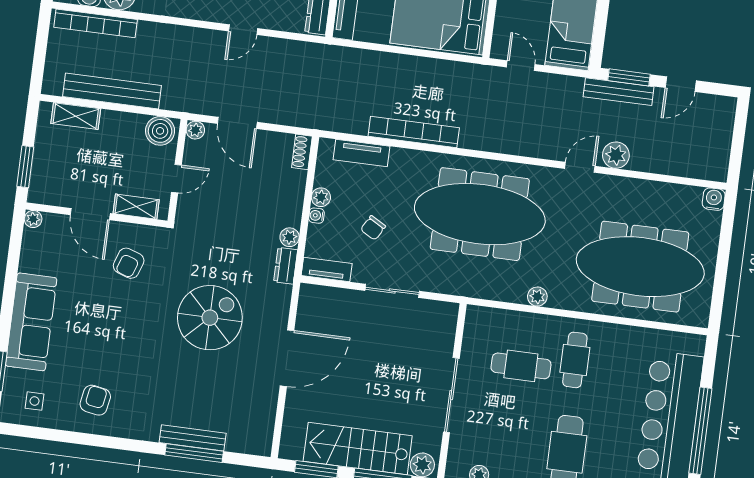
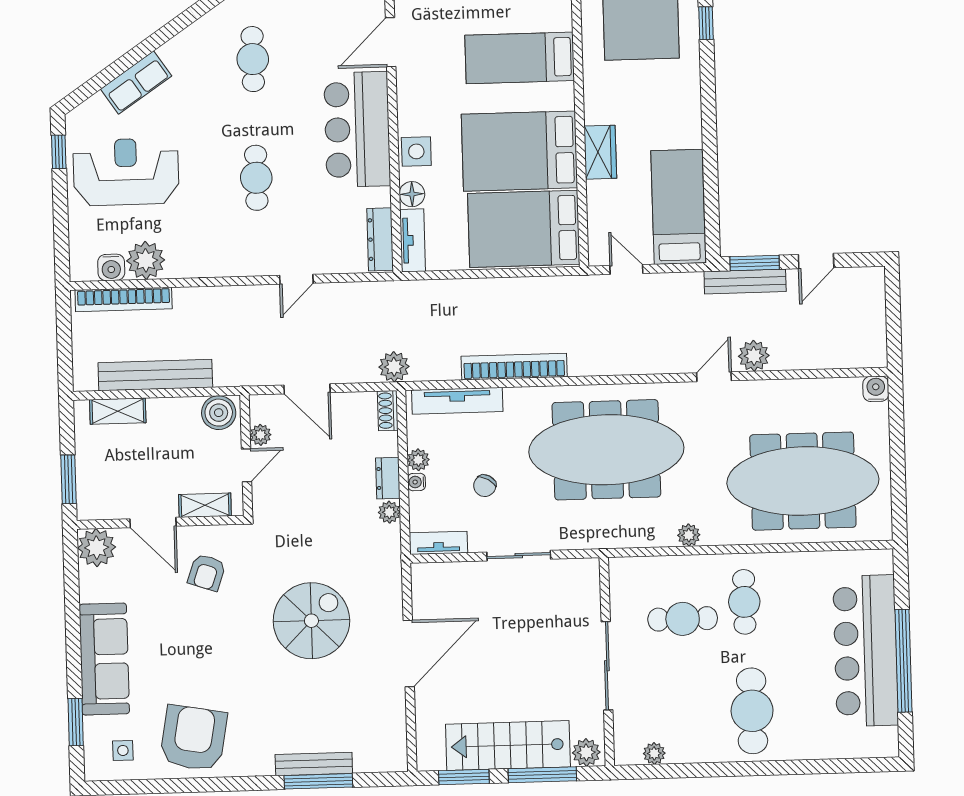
plant: (313, 116) -> (394, 367), added
plant: (195, 130) -> (261, 435), moved
tv unit: (361, 153) -> (457, 401), width x1.41
plant: (33, 219) -> (97, 548), width x1.87, depth x1.87
dresser: (286, 266) -> (388, 478), moved
armchair: (95, 400) -> (193, 738), width x1.88, depth x1.88

